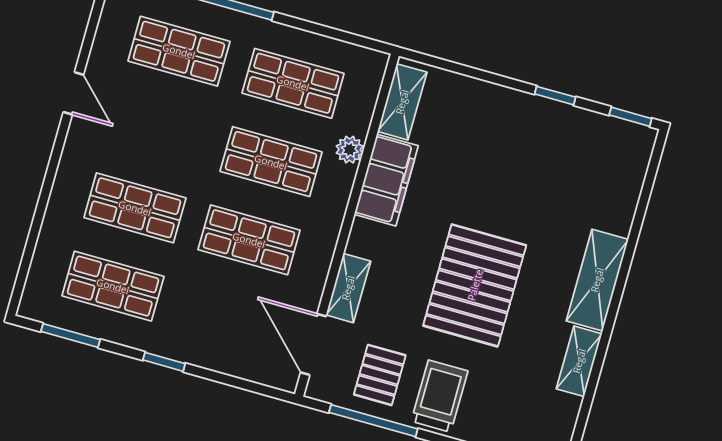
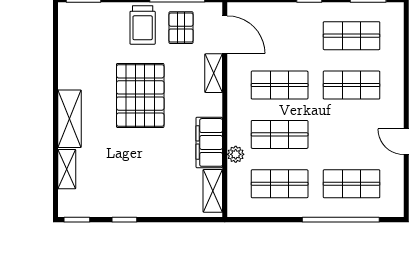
shelving: (579, 361) -> (67, 169), moved

